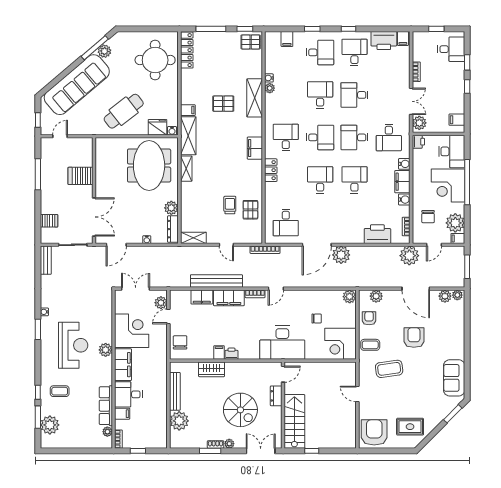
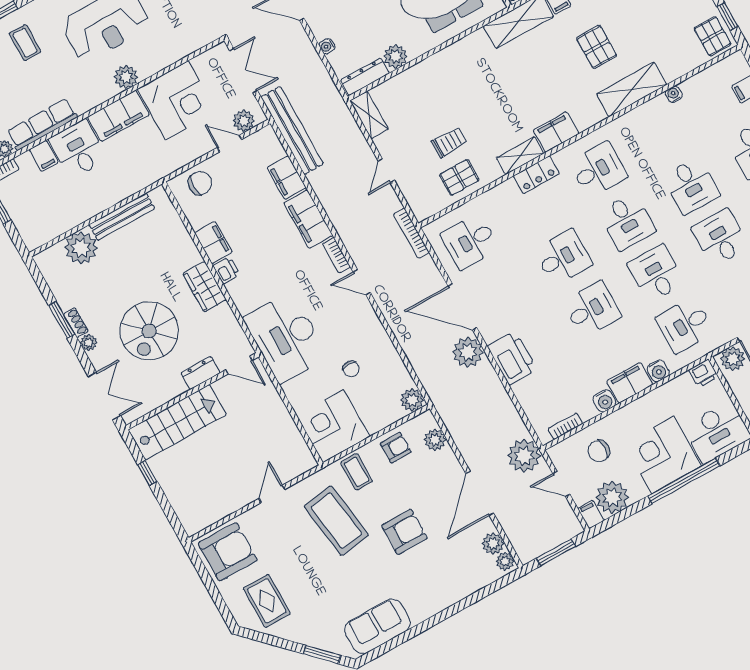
plant: (270, 88) -> (659, 104), removed
desk: (320, 95) -> (691, 186), turned 90
shelving: (186, 169) -> (520, 156), moved
printer: (377, 234) -> (512, 358), moved
bench: (216, 281) -> (292, 130), moved
filing cabinet: (219, 352) -> (213, 243), width x2.00
wardrobe: (212, 369) -> (205, 287), moved
coffee table: (389, 369) -> (336, 521), width x1.36, depth x1.32

